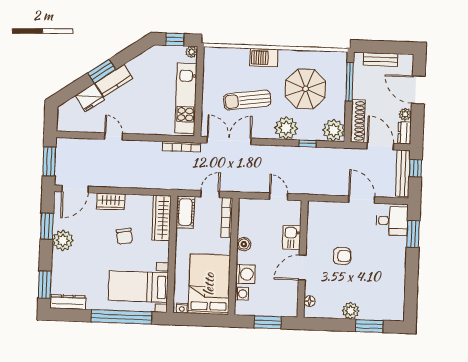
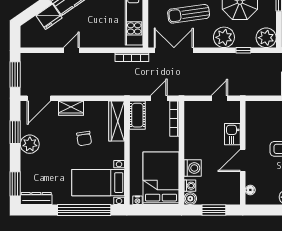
door: (113, 136) -> (71, 50), hinge flipped
door: (278, 196) -> (219, 98), hinge flipped
boiler: (244, 244) -> (190, 199), moved

